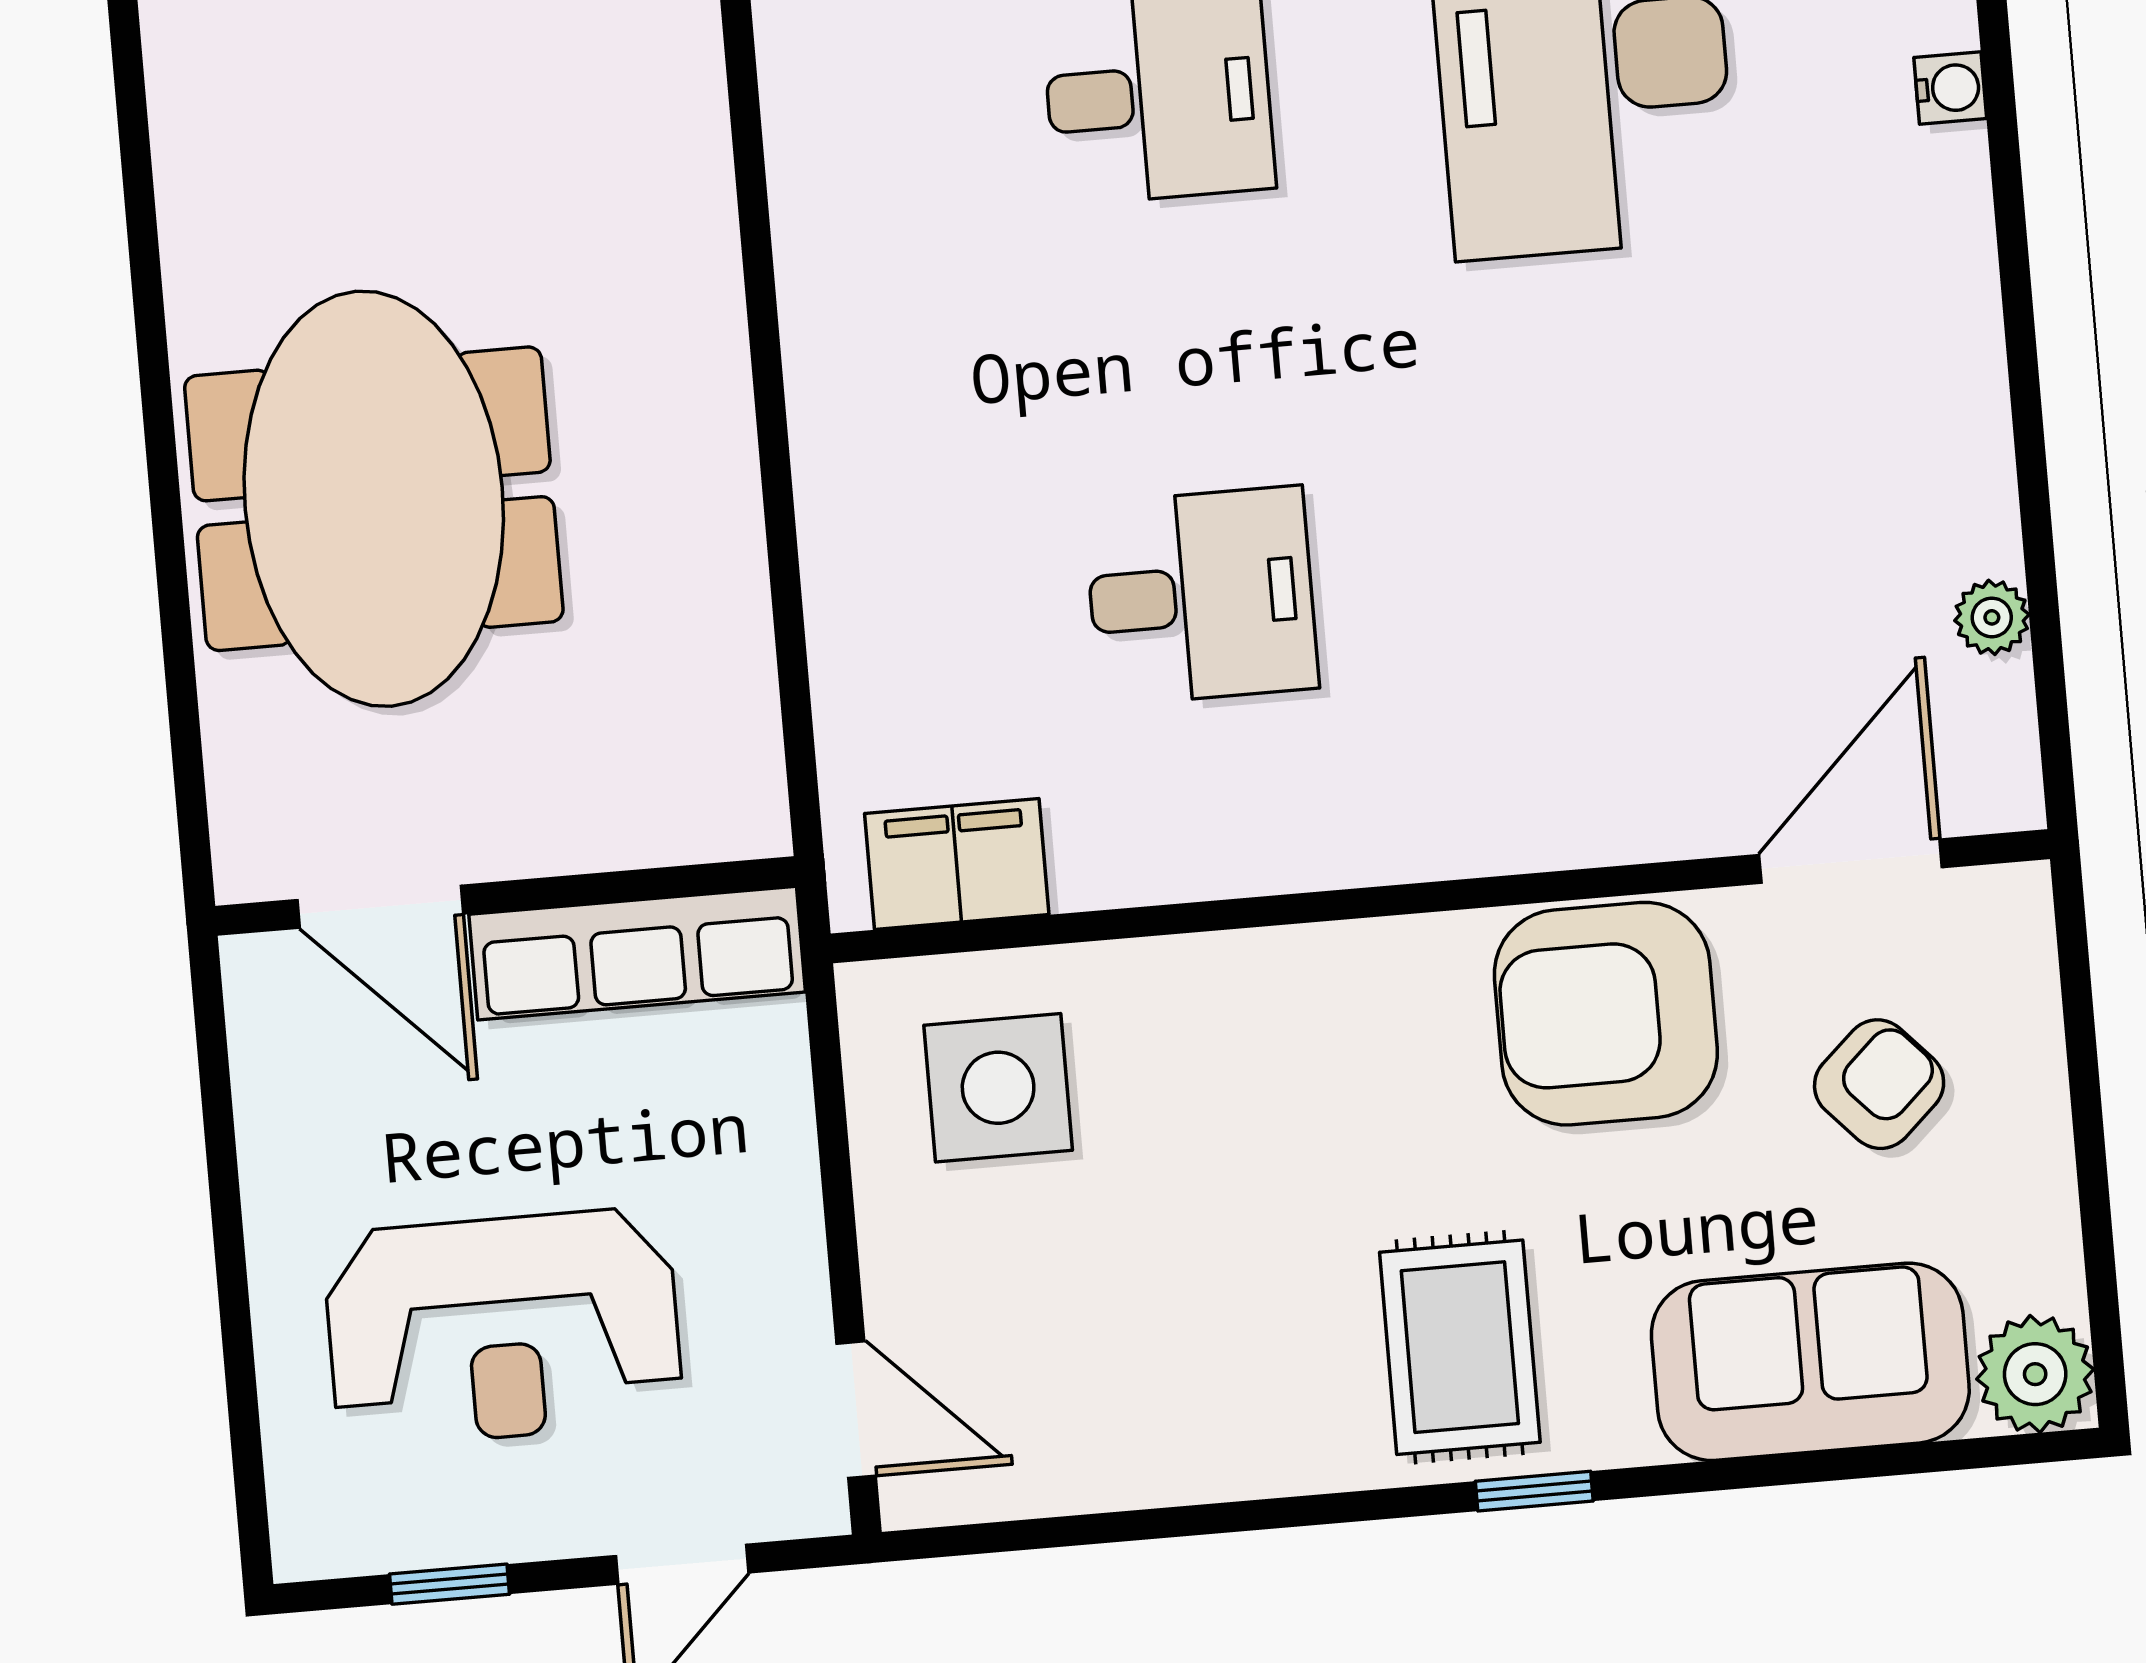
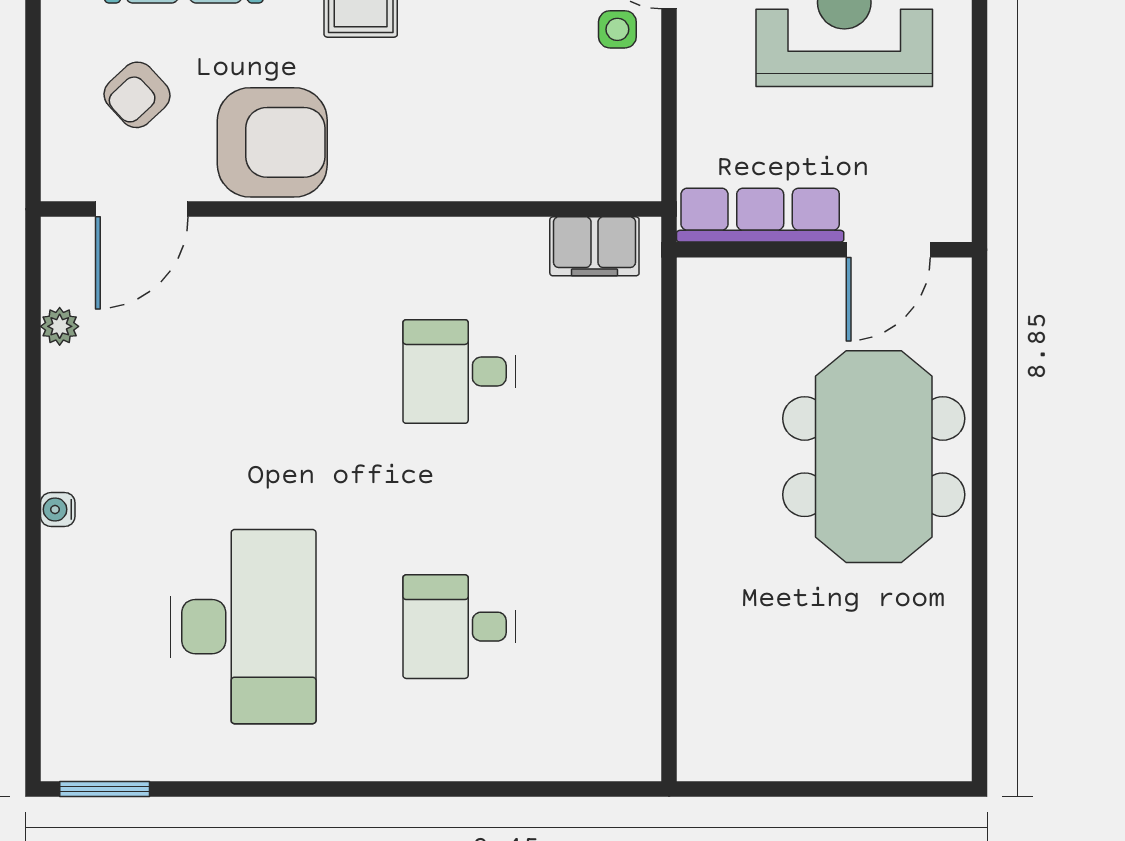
water cooler: (1950, 88) -> (58, 509), moved
door: (380, 907) -> (888, 250), swing flipped
side table: (998, 1088) -> (617, 29), moved, width x0.54, depth x0.54

